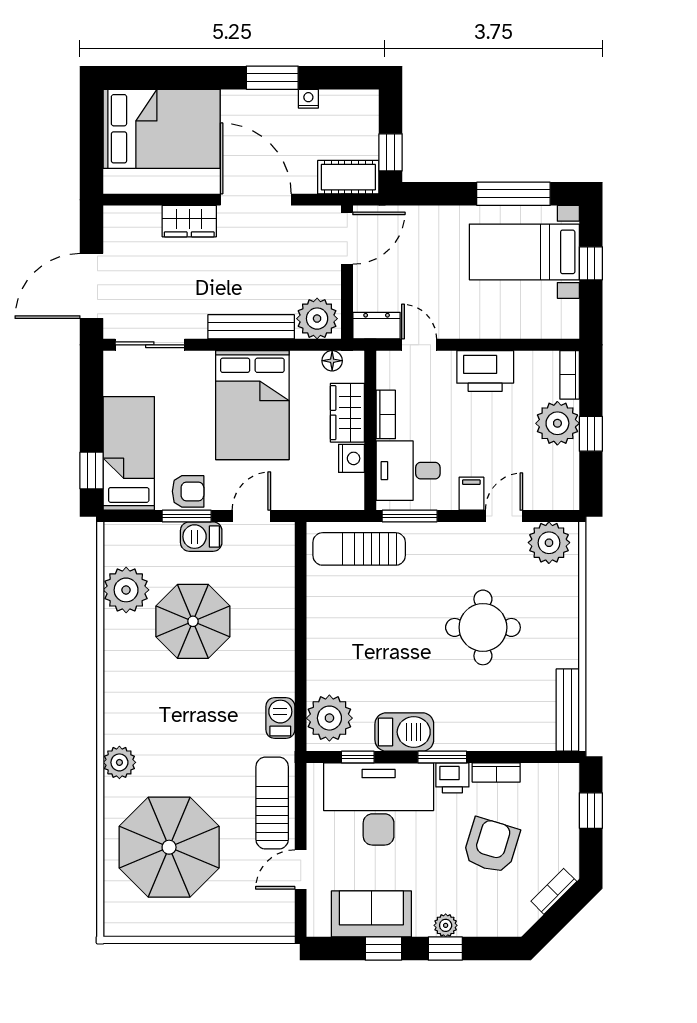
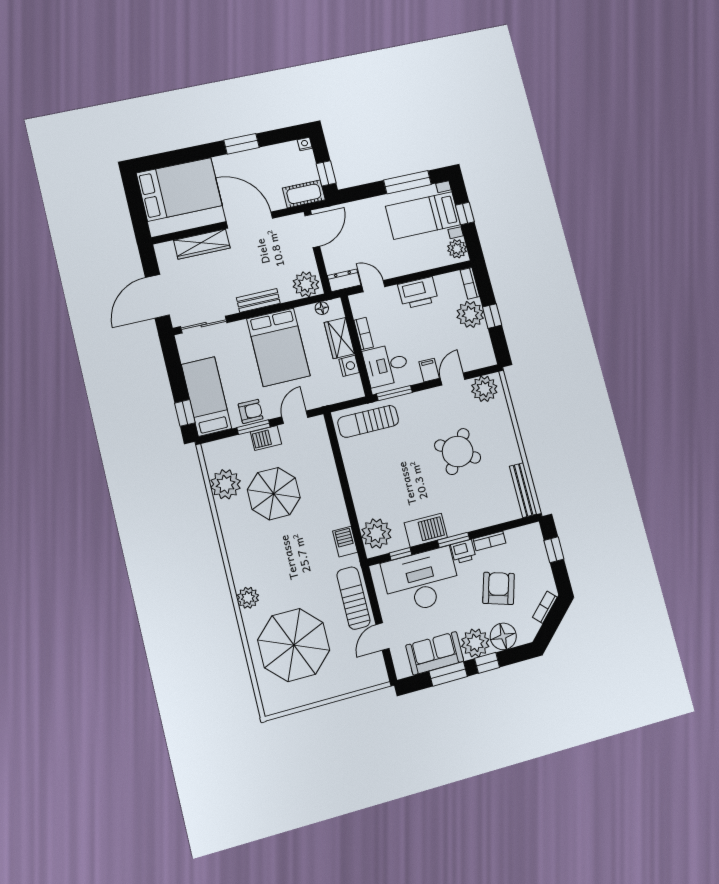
nightstand: (308, 99) -> (305, 144), moved
wardrobe: (189, 221) -> (202, 244), width x1.50
plant: (564, 316) -> (457, 249), added
bench: (251, 327) -> (258, 300), width x0.73
round table: (483, 627) -> (458, 452), turned 33
floor lamp: (480, 917) -> (503, 636), added
plant: (446, 925) -> (475, 643), width x1.88, depth x1.88
window: (383, 949) -> (448, 674), width x1.50

